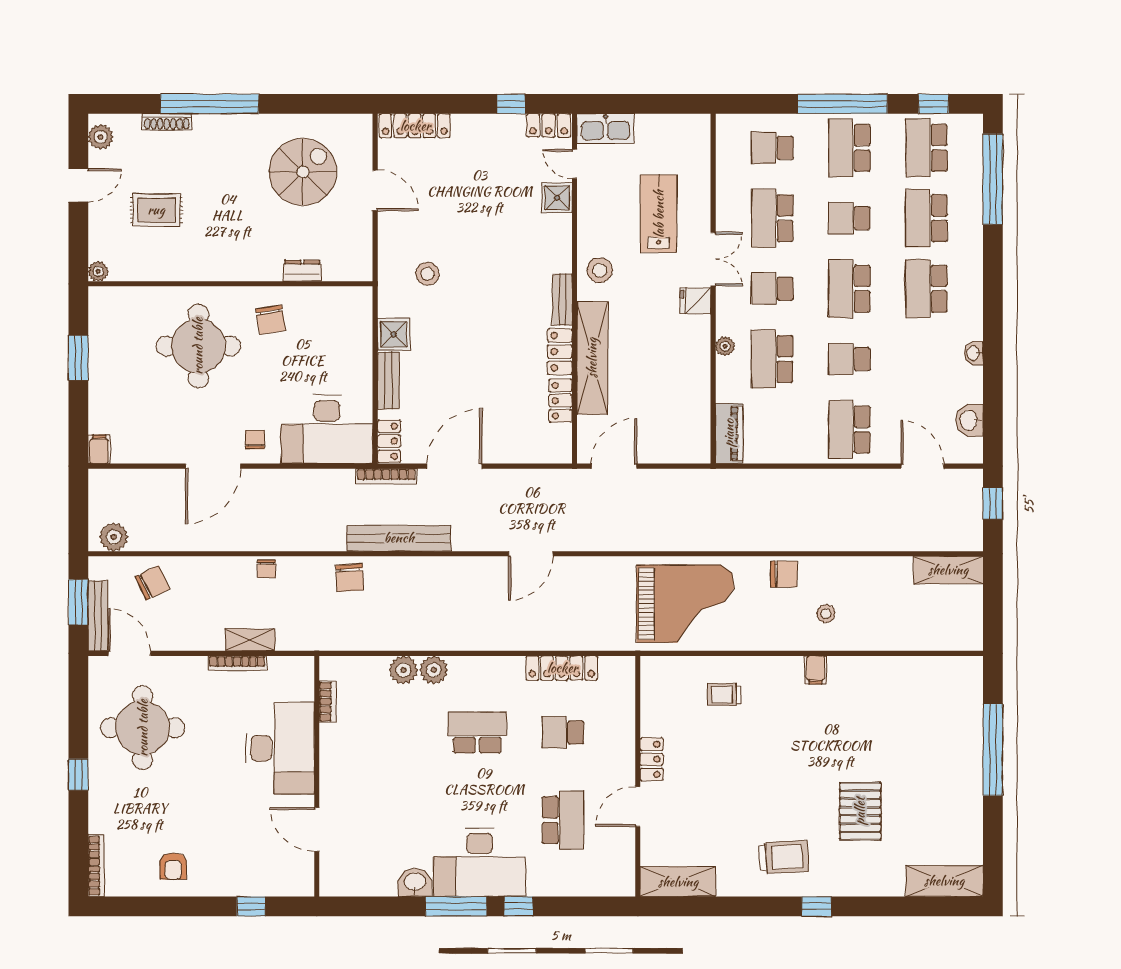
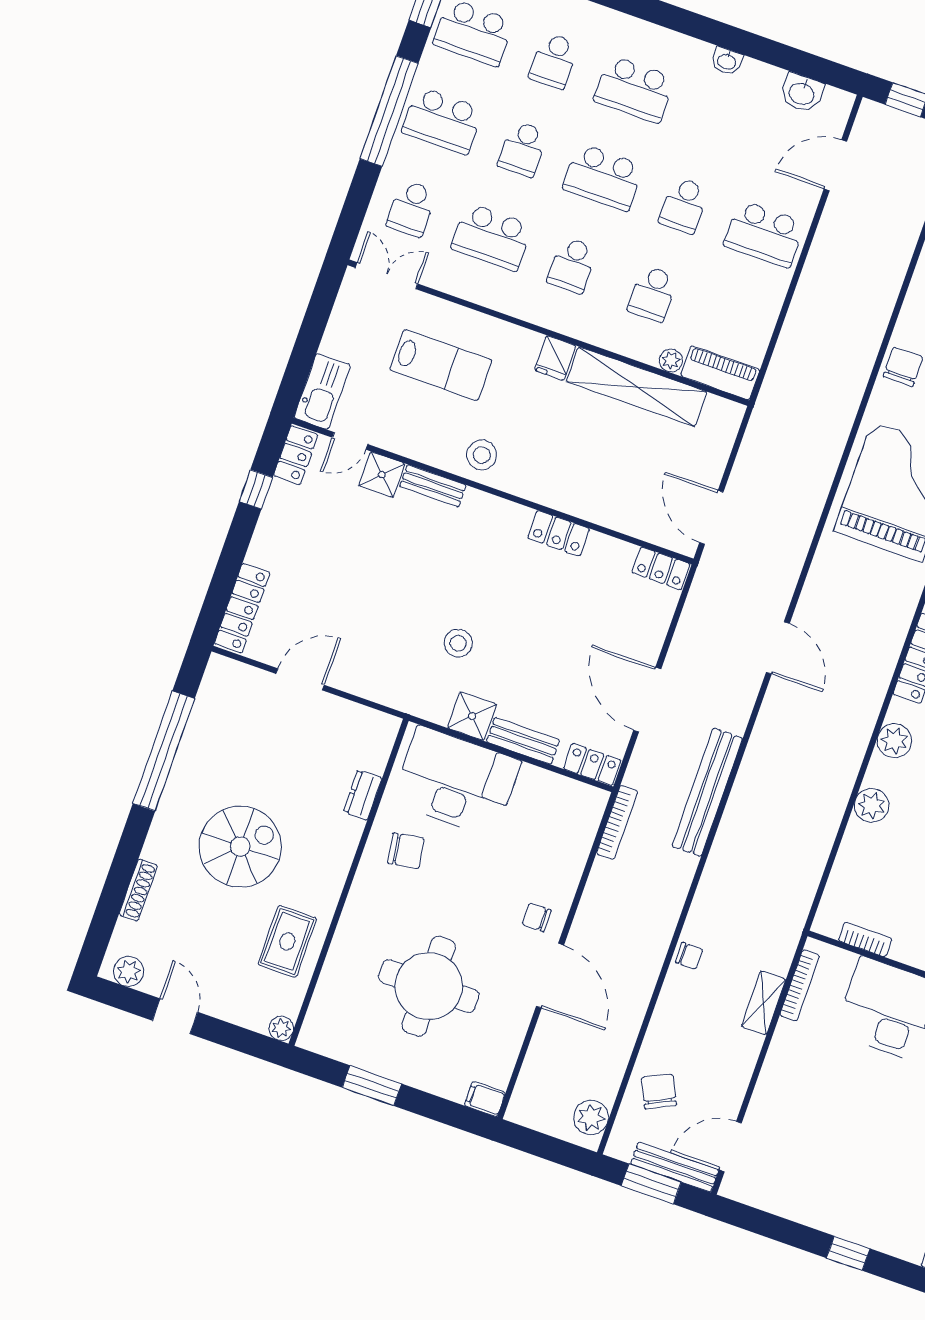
window: (209, 104) -> (164, 751), moved
spiral stairs: (303, 172) -> (240, 847), moved, turned 90
rug: (156, 210) -> (287, 941), moved
lab bench: (659, 214) -> (441, 365), turned 180
school desk: (926, 218) -> (554, 61), width x0.54
double door: (713, 259) -> (386, 276), moved
stool: (427, 274) -> (458, 643), moved
bench: (562, 300) -> (433, 486), moved
round table: (198, 346) -> (429, 986), moved
plant: (725, 346) -> (671, 361), moved
shelving: (592, 358) -> (637, 387), moved
school desk: (772, 359) -> (653, 294), width x0.54
locker: (561, 401) -> (661, 568), moved
desk: (327, 429) -> (456, 781), moved, turned -90
bookcase: (386, 476) -> (617, 822), moved
chair: (350, 578) -> (733, 864), removed
bookcase: (237, 663) -> (800, 985), moved
plant: (403, 670) -> (894, 741), moved
round table: (143, 728) -> (821, 1161), removed

